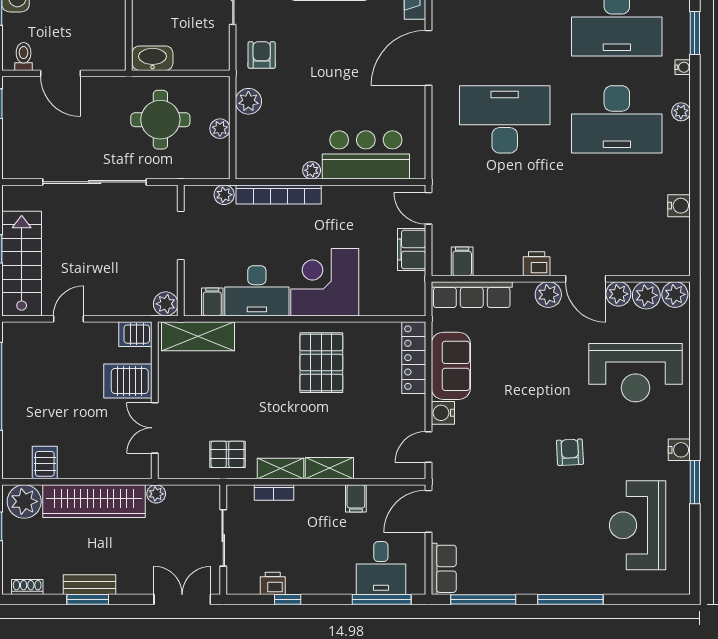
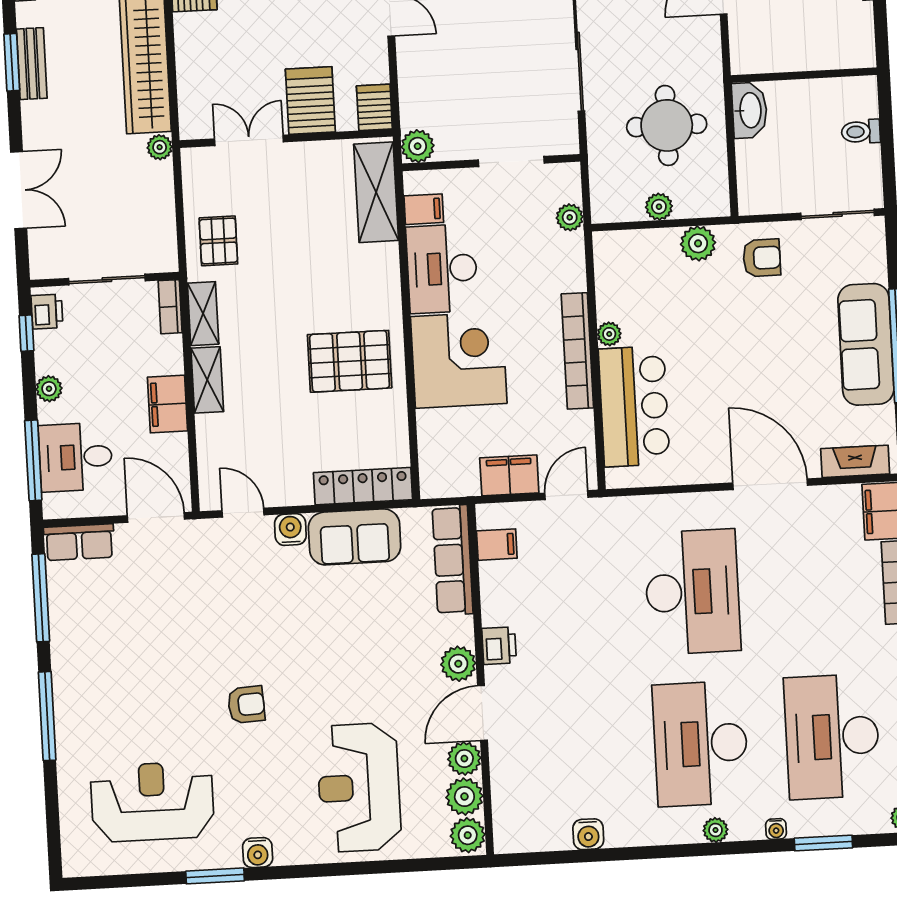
bookcase: (279, 194) -> (577, 351), moved
filing cabinet: (356, 498) -> (167, 404), width x2.00
sliding door: (223, 538) -> (107, 280), moved
wall: (223, 540) -> (105, 280), moved
plant: (330, 585) -> (49, 389), added

